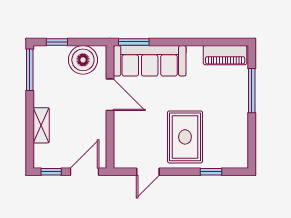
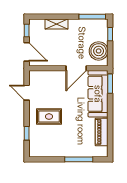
piano: (225, 55) -> (102, 132), moved
rug: (185, 137) -> (49, 117), width x0.73, depth x0.70

